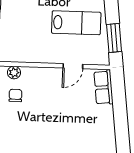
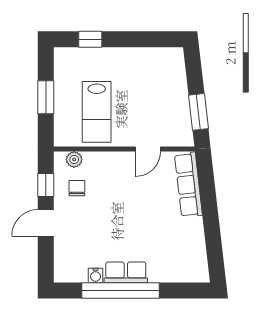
lab bench: (76, 23) -> (97, 112), moved, turned 90
row of seats: (104, 87) -> (188, 185), width x1.48

